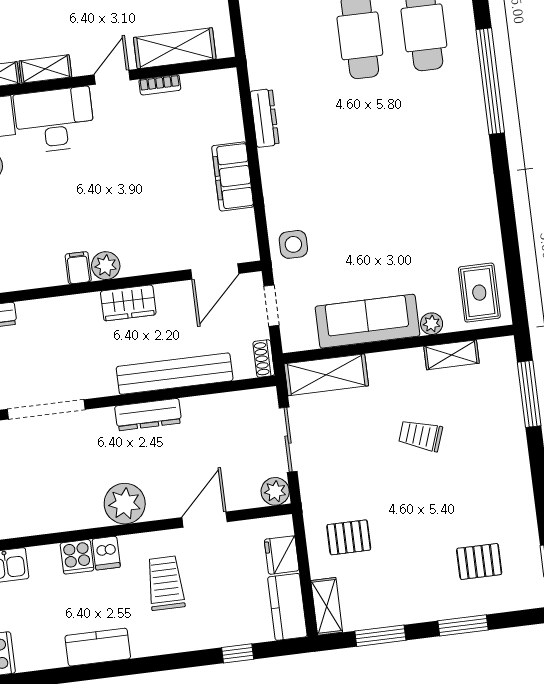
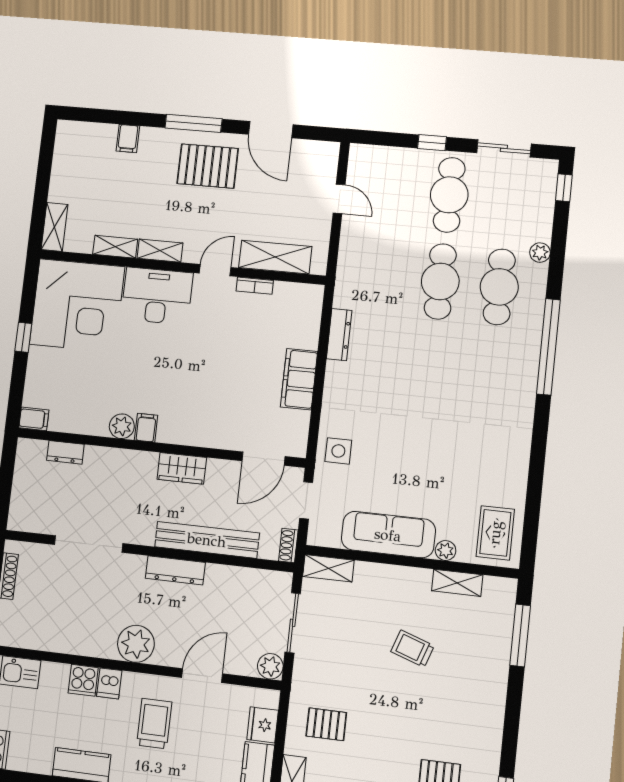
plant: (106, 266) -> (122, 426), moved
shelving: (326, 375) -> (328, 568), width x0.67, depth x0.75

